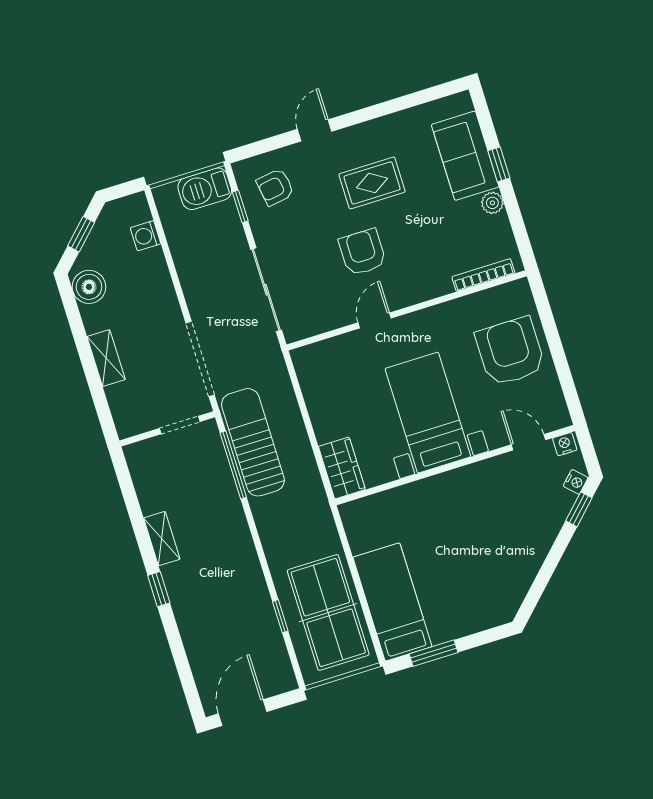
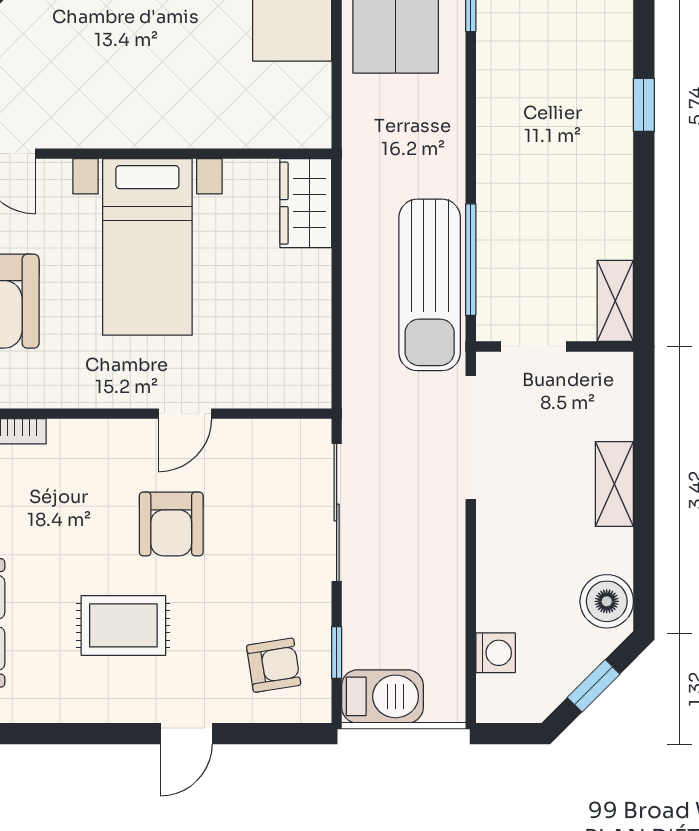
shelving: (162, 539) -> (615, 301), moved

